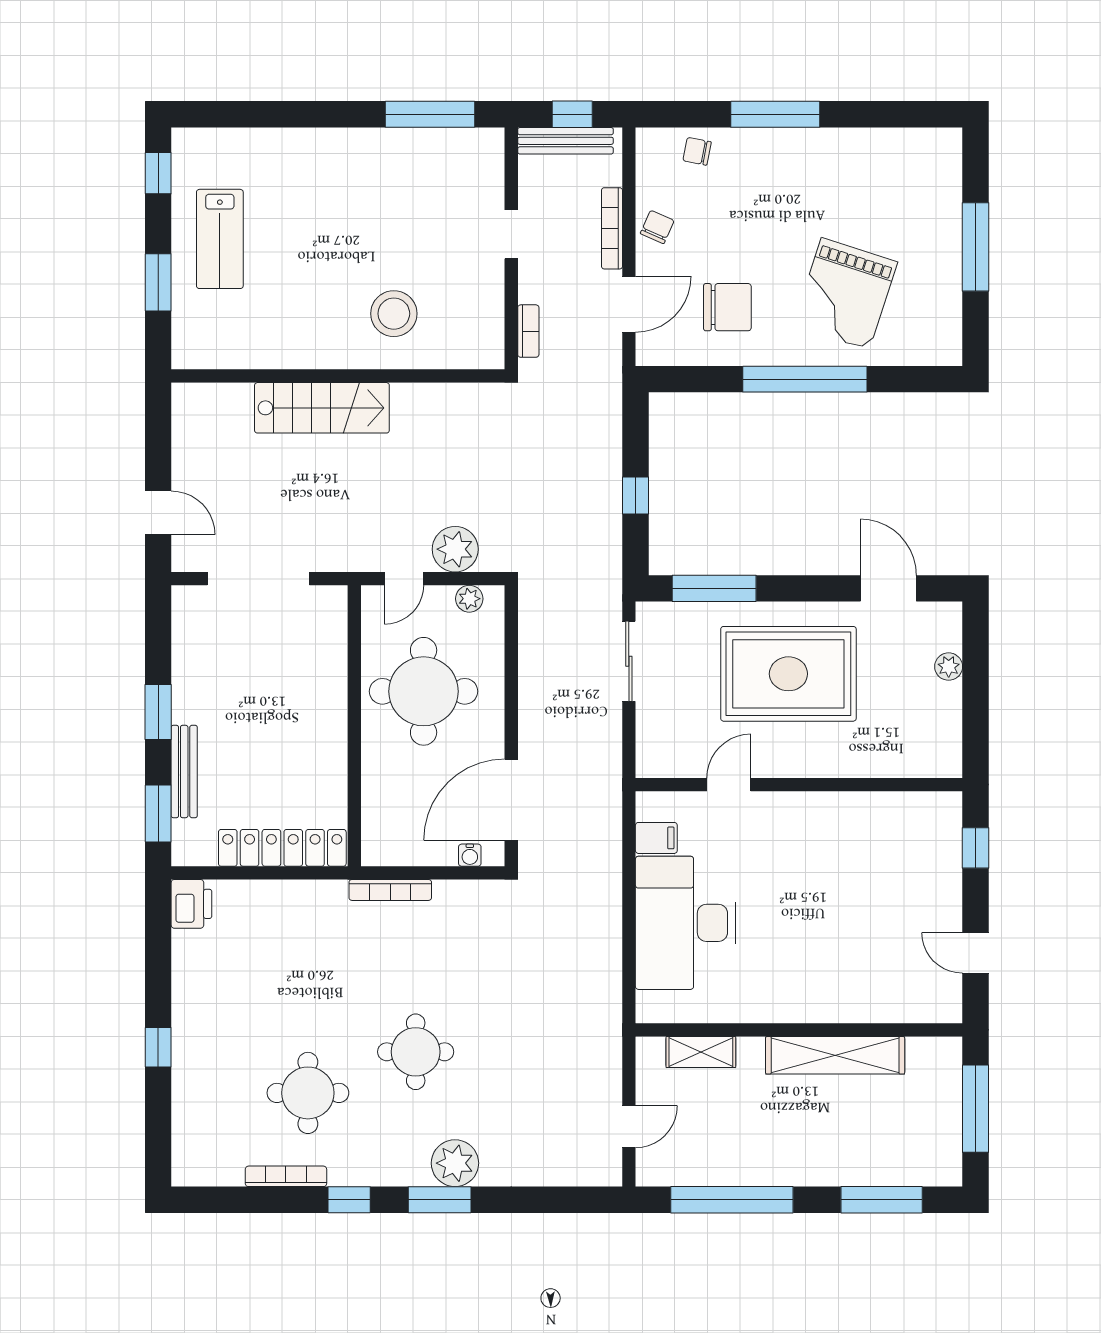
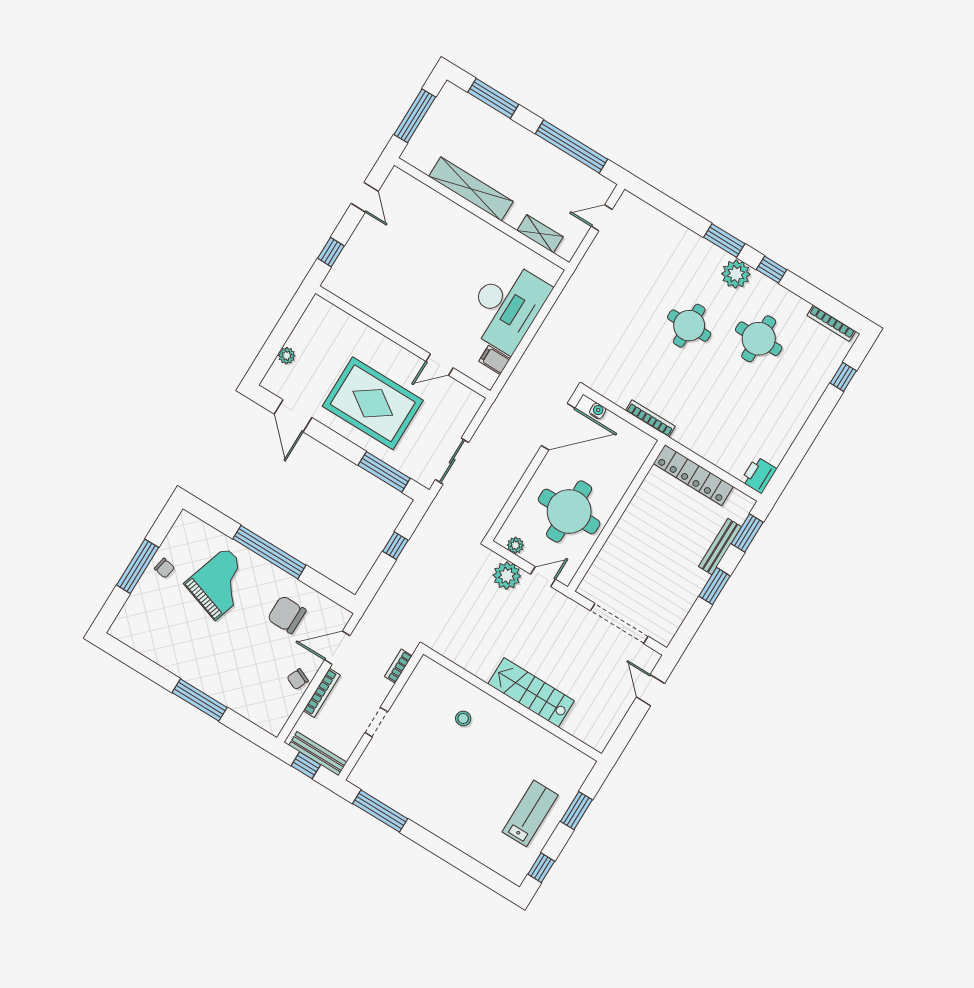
chair: (697, 151) -> (164, 568), moved
stool: (394, 314) -> (463, 719), width x0.53, depth x0.53
window: (158, 1047) -> (843, 377), moved
plant: (455, 1163) -> (736, 274), moved
bookcase: (286, 1176) -> (831, 323), moved

